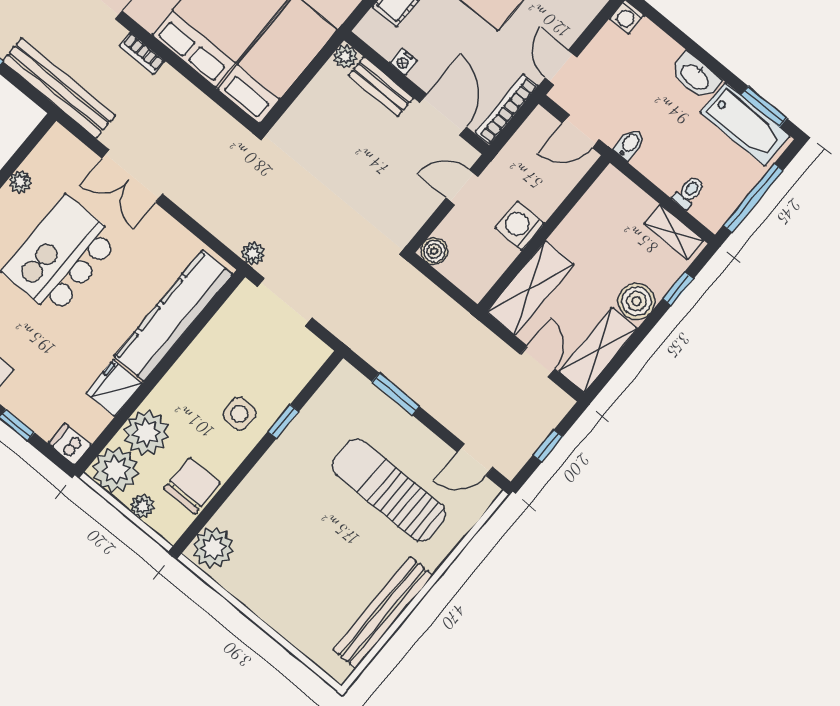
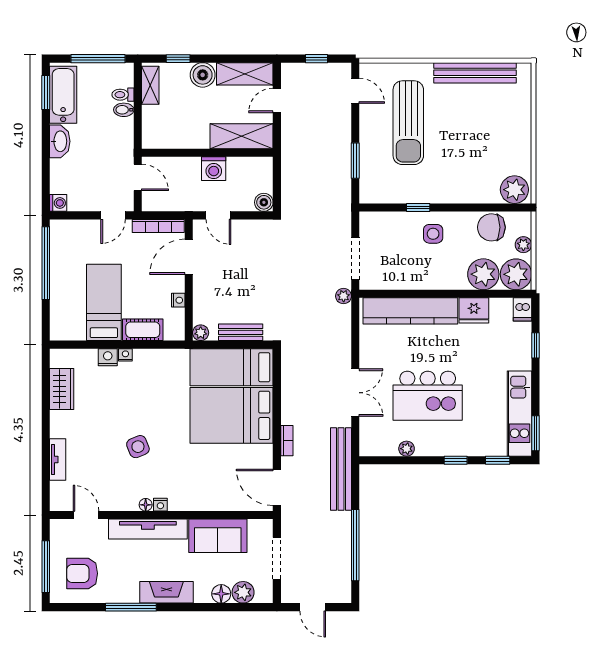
bench: (381, 87) -> (241, 332), moved, turned 90
bidet: (629, 144) -> (124, 110), moved

